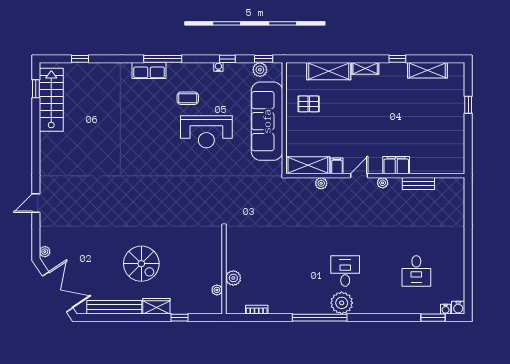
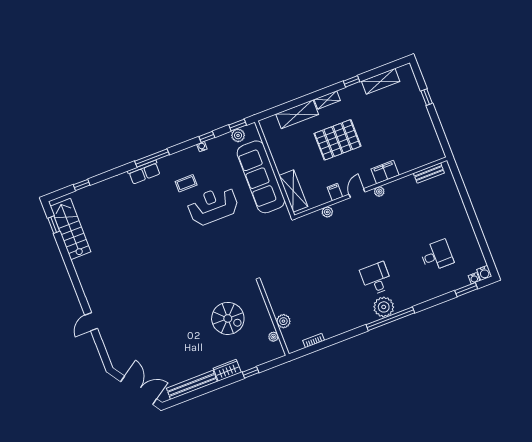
pallet: (309, 104) -> (338, 140), moved, width x2.05, depth x2.00
reception desk: (206, 132) -> (213, 206), turned 180
shelving: (308, 165) -> (293, 191), moved, turned 90
bench: (418, 183) -> (429, 173), moved
plant: (45, 252) -> (115, 360), removed
spiral stairs: (141, 264) -> (228, 318), moved
desk: (416, 271) -> (437, 255), turned -90
window: (320, 318) -> (390, 319), moved

